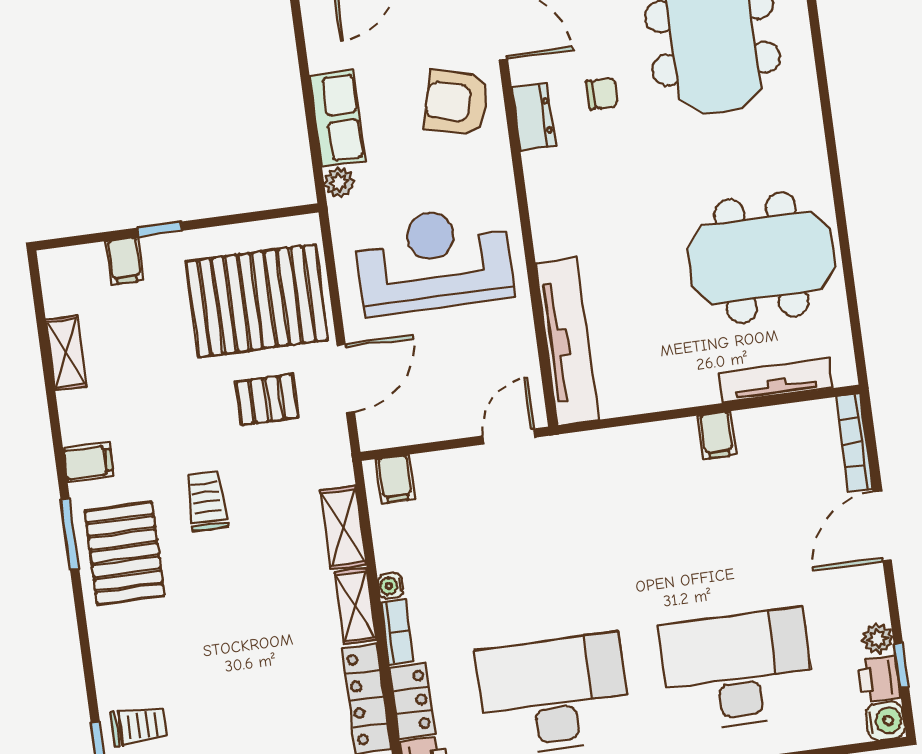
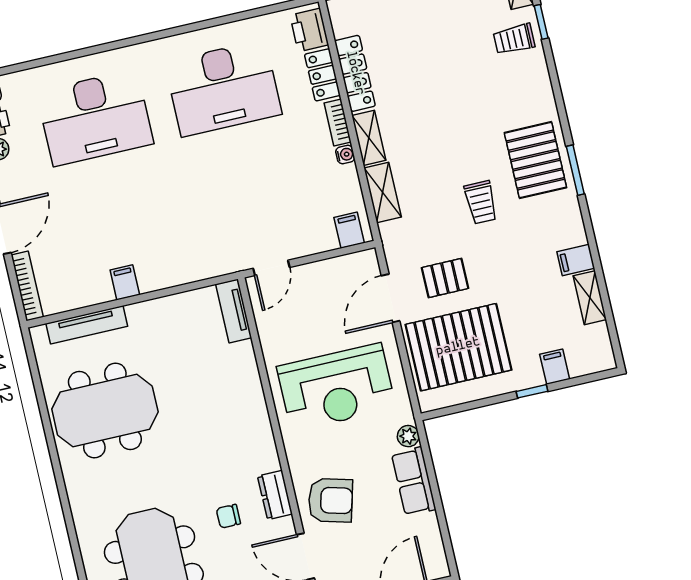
tv unit: (567, 341) -> (234, 311), width x0.52, depth x0.78
filing cabinet: (88, 462) -> (576, 260), moved

